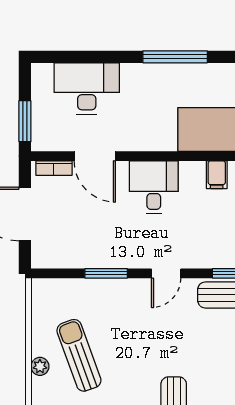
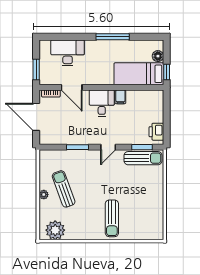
filing cabinet: (217, 175) -> (120, 97), moved

